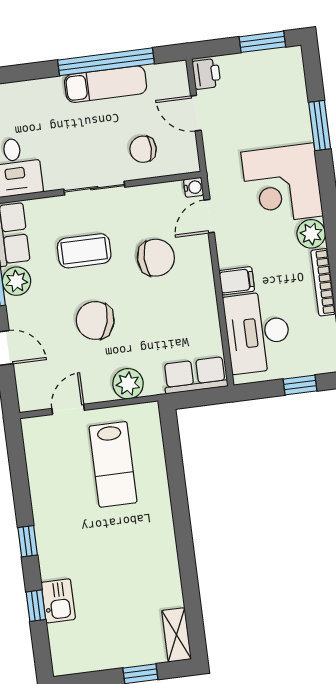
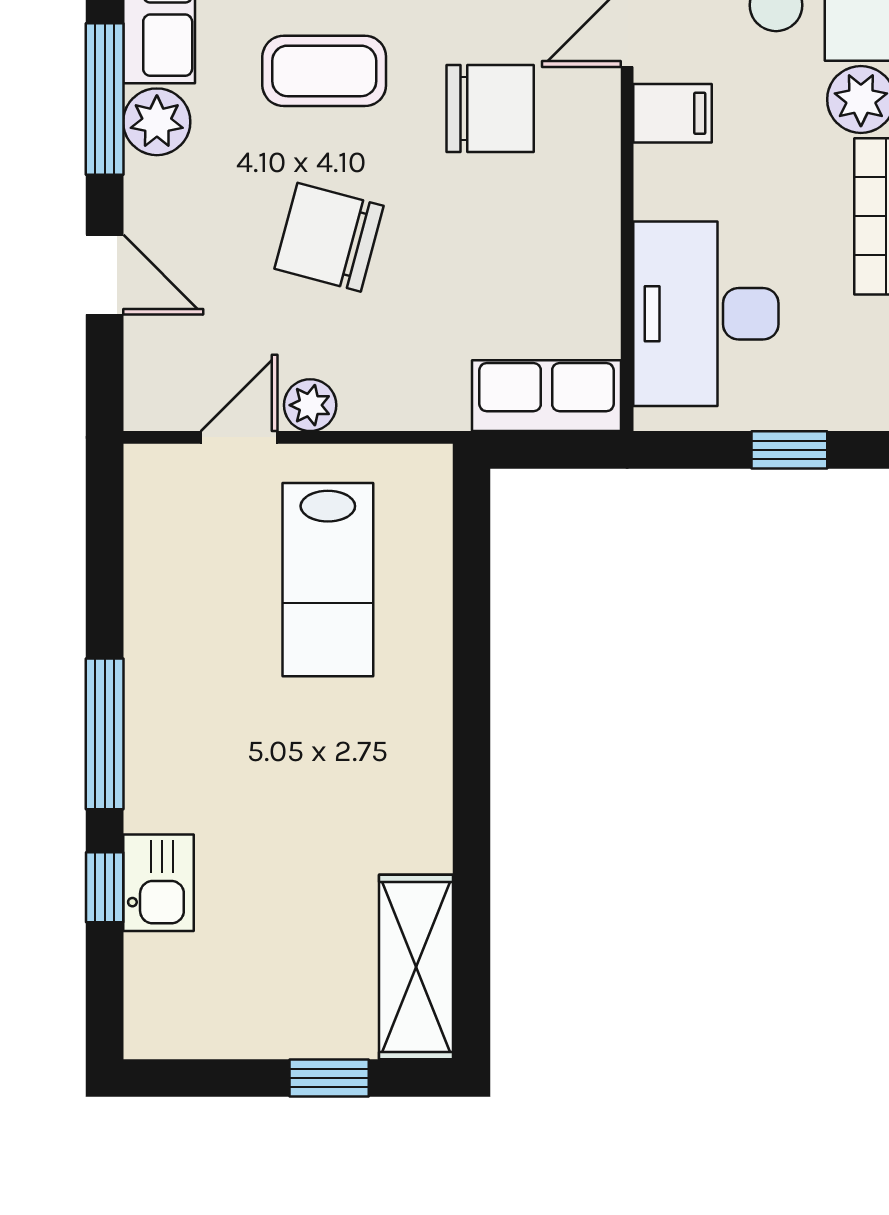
filing cabinet: (237, 281) -> (672, 113), moved
plant: (128, 384) -> (310, 405), moved, width x0.73, depth x0.73
window: (28, 541) -> (105, 734), width x2.17
shelving: (176, 635) -> (416, 967), width x1.50, depth x1.33

